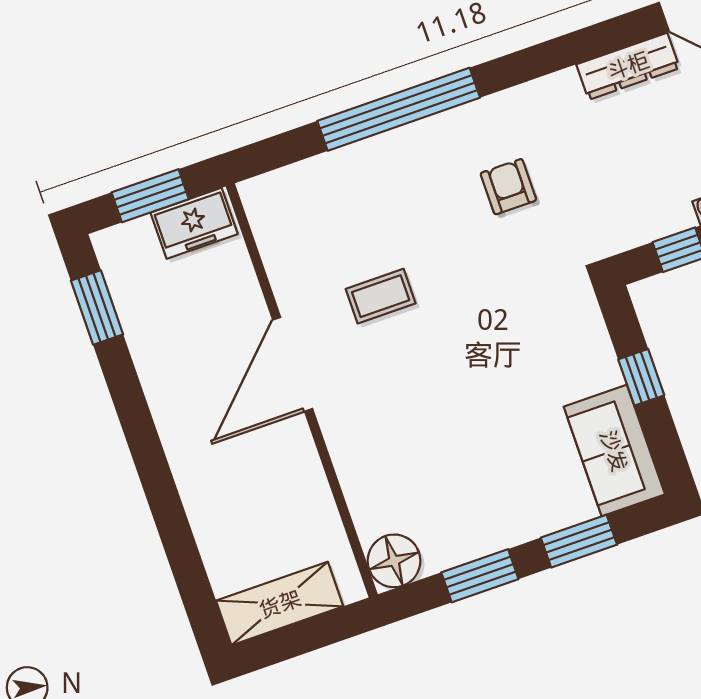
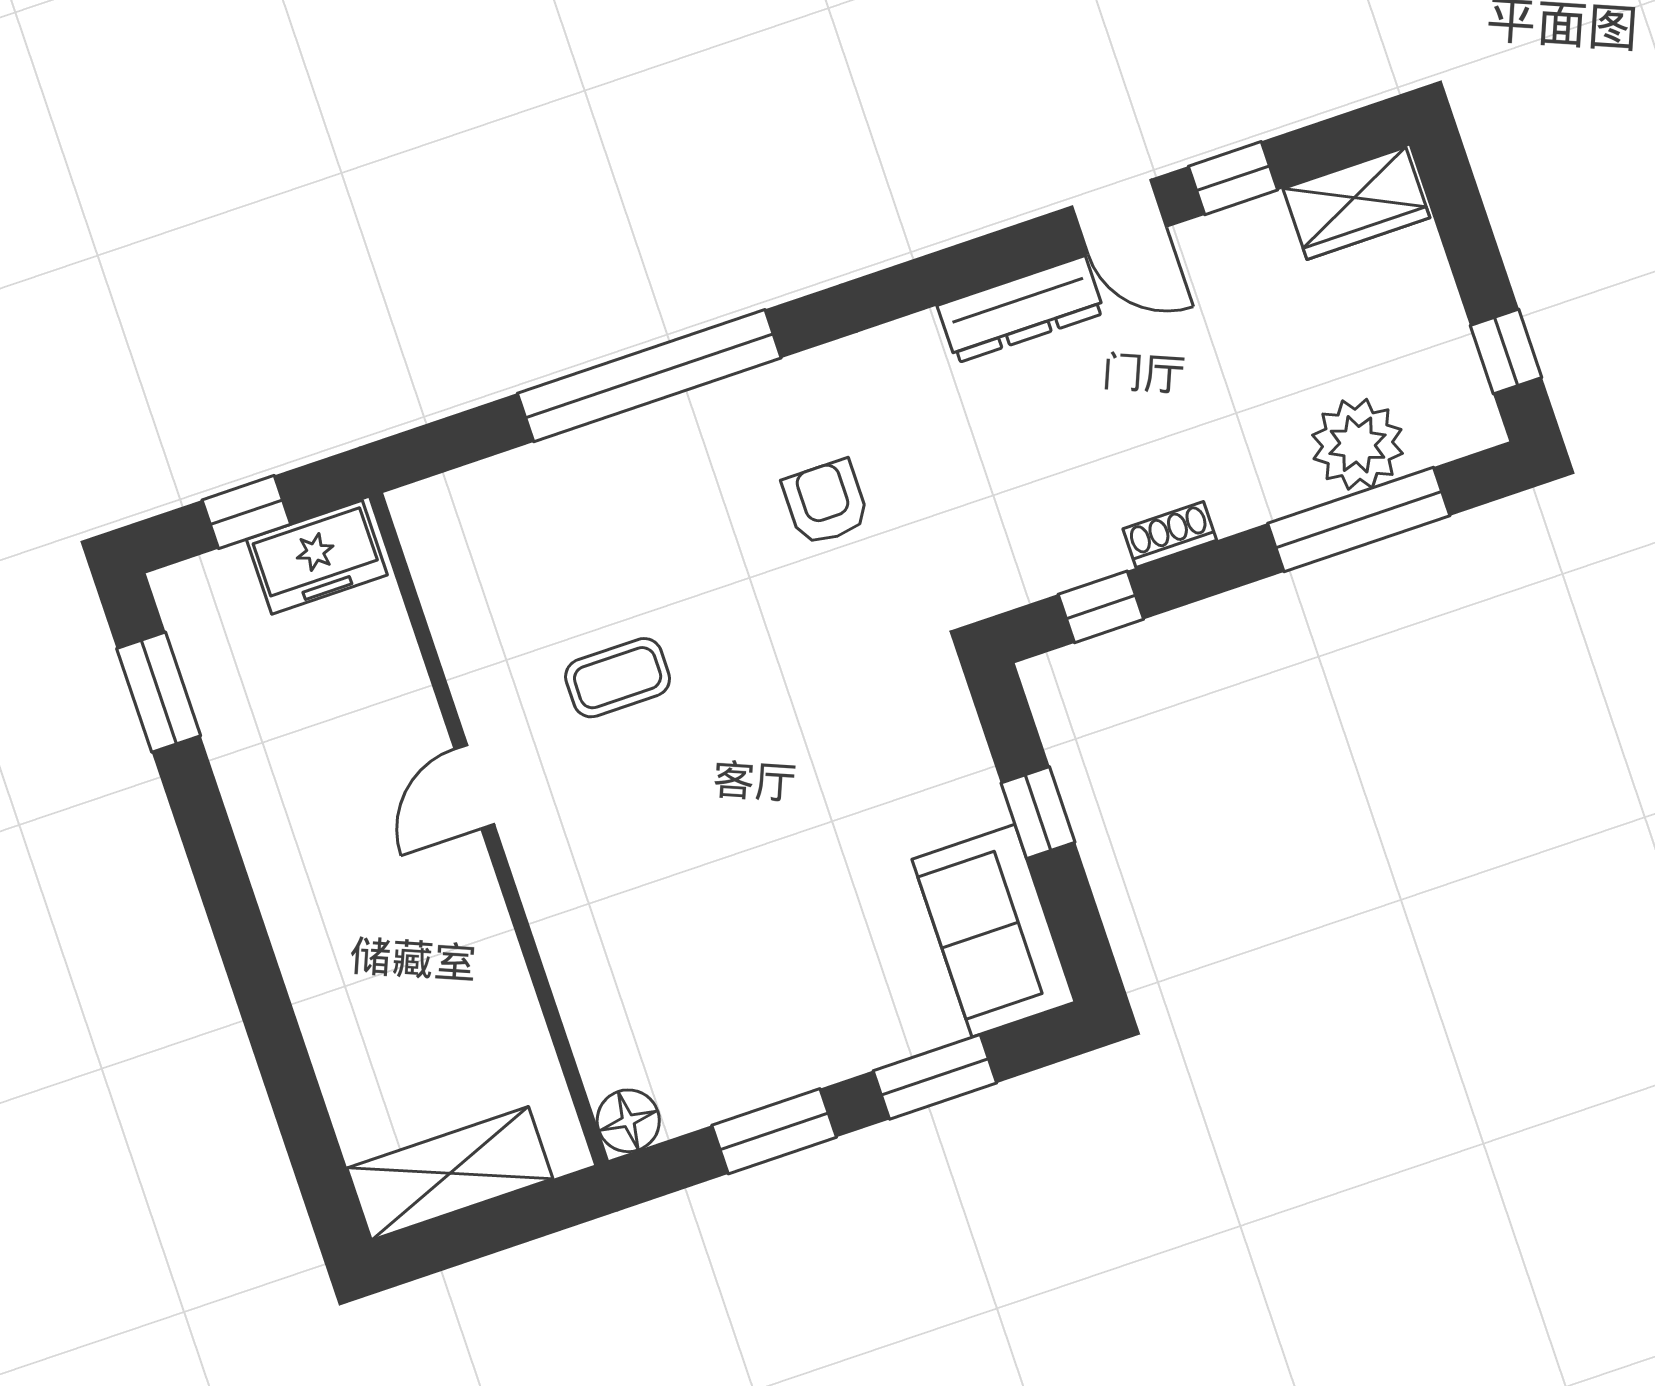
window: (150, 196) -> (246, 512), width x0.67
door: (293, 364) -> (474, 787), width x0.53
floor lamp: (394, 561) -> (628, 1121), width x0.73, depth x0.73

